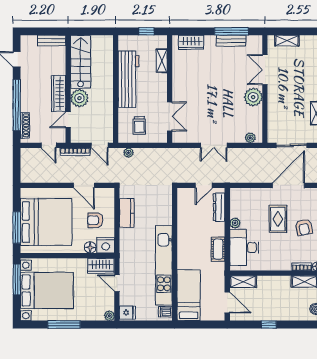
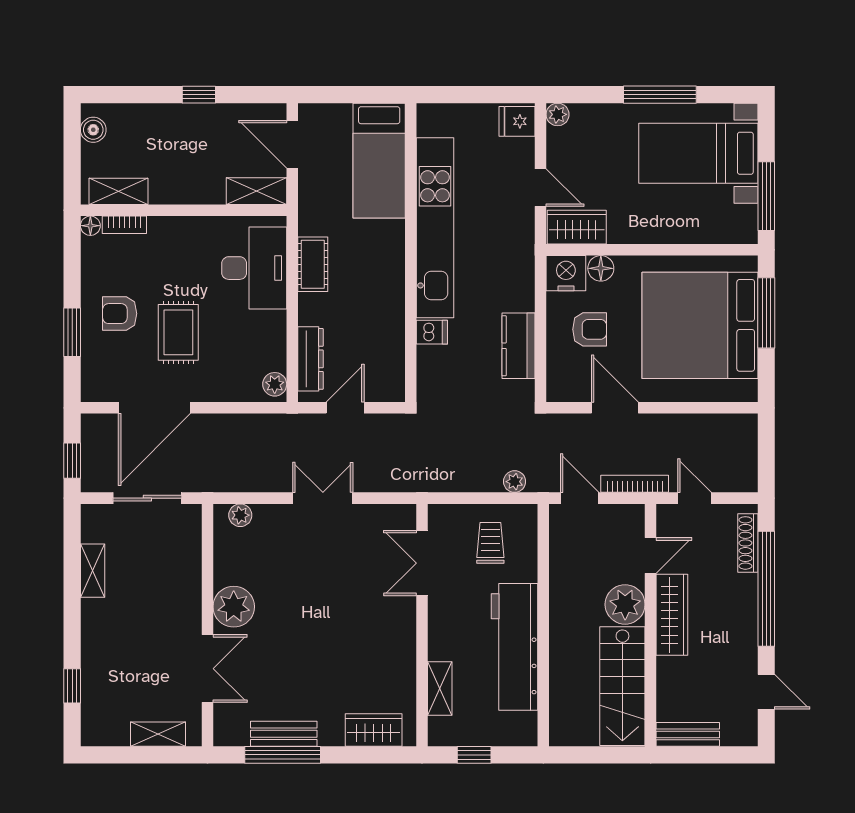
plant: (235, 223) -> (275, 384), moved
armchair: (304, 227) -> (120, 314), turned -80
bed with nightstands: (47, 290) -> (698, 153), width x0.73
dishwasher: (165, 312) -> (432, 332), moved

